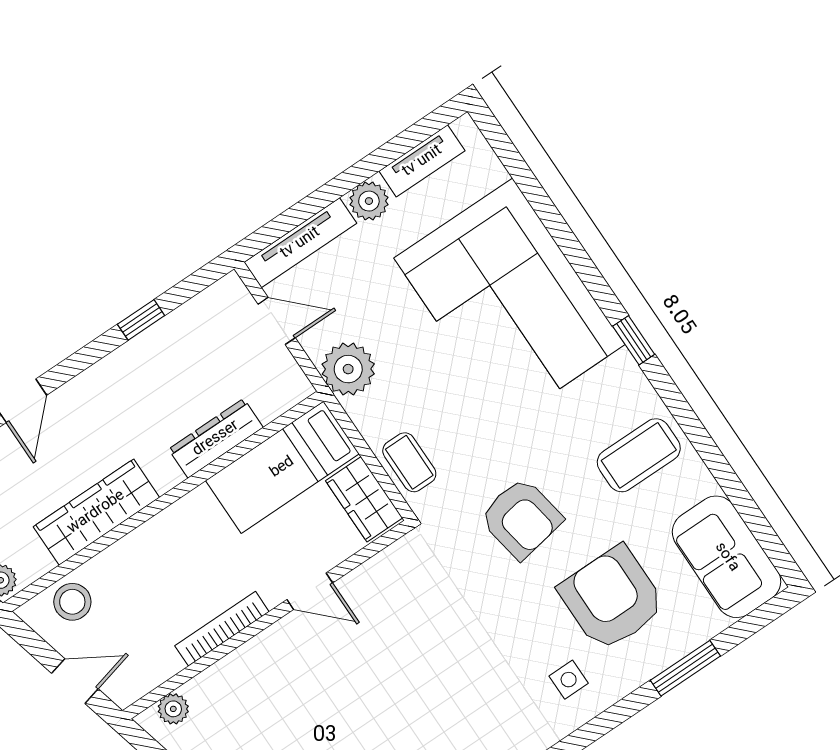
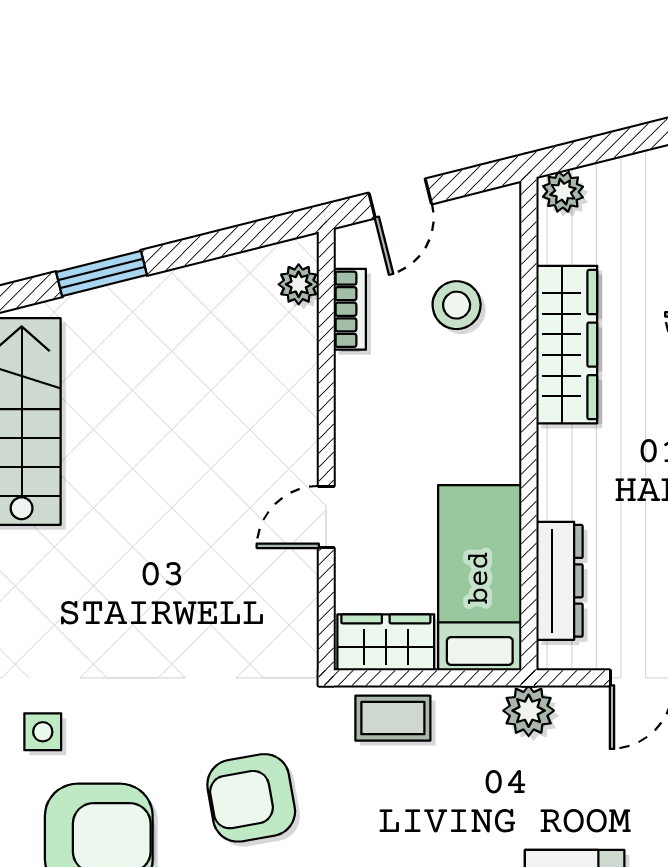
plant: (348, 369) -> (529, 711), width x0.73, depth x0.73
dresser: (216, 438) -> (559, 581), moved
stool: (72, 602) -> (457, 305), moved
bookcase: (222, 629) -> (350, 309), moved, width x0.64

